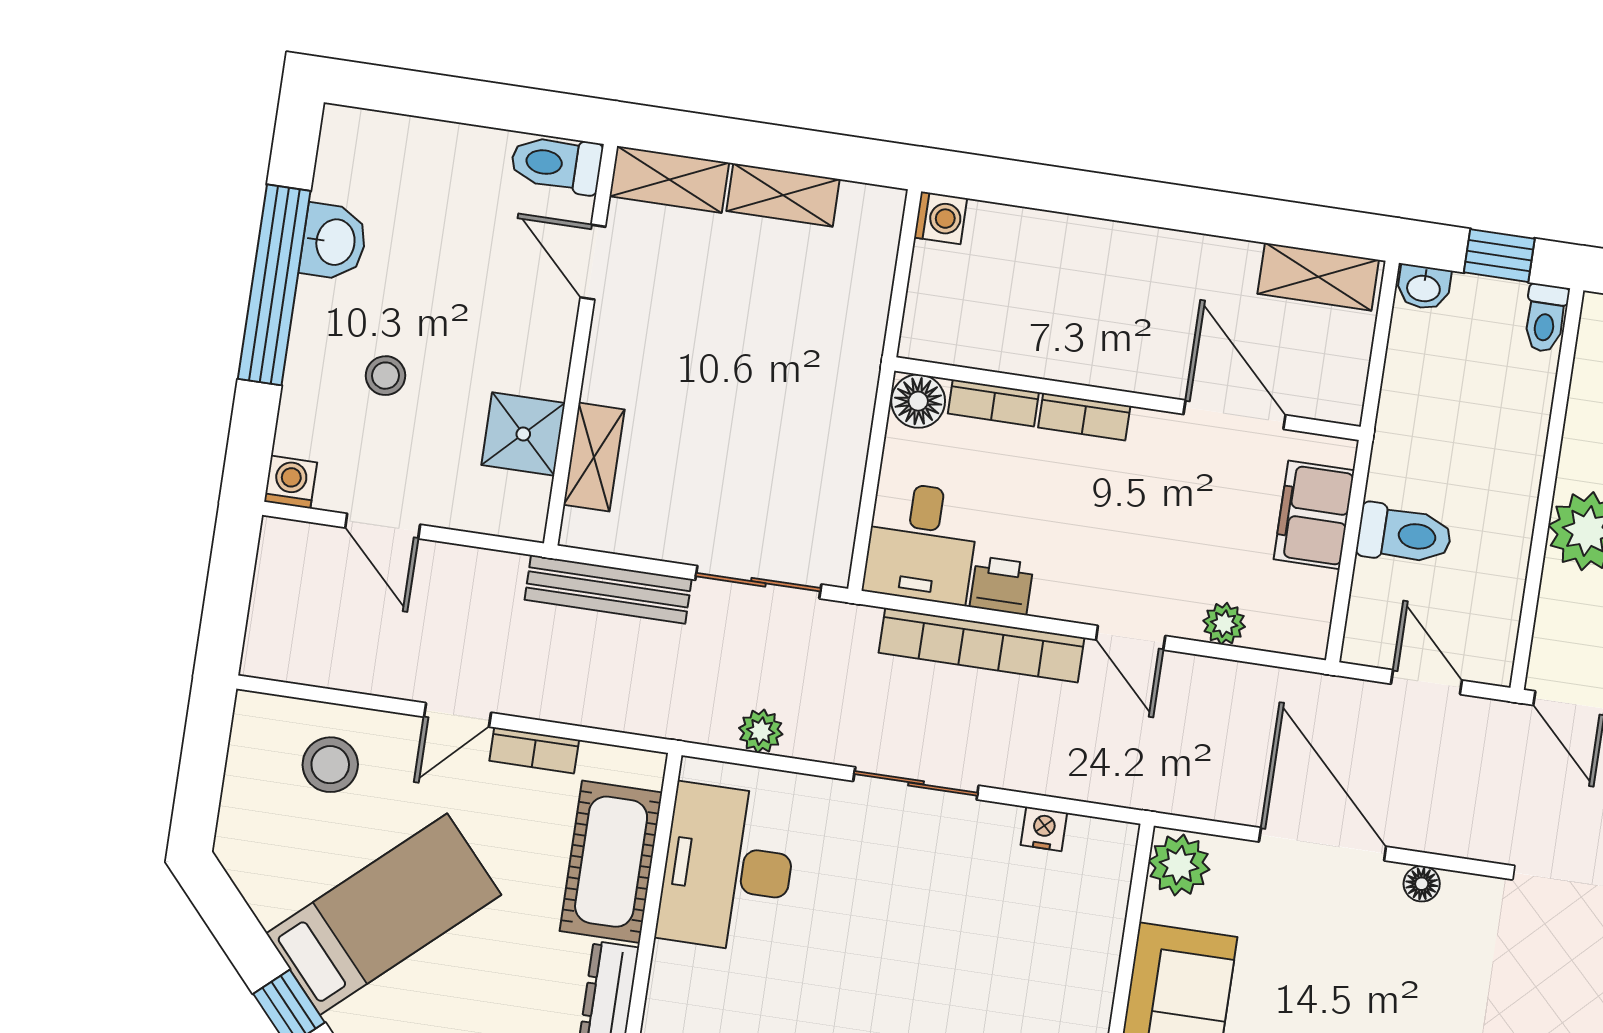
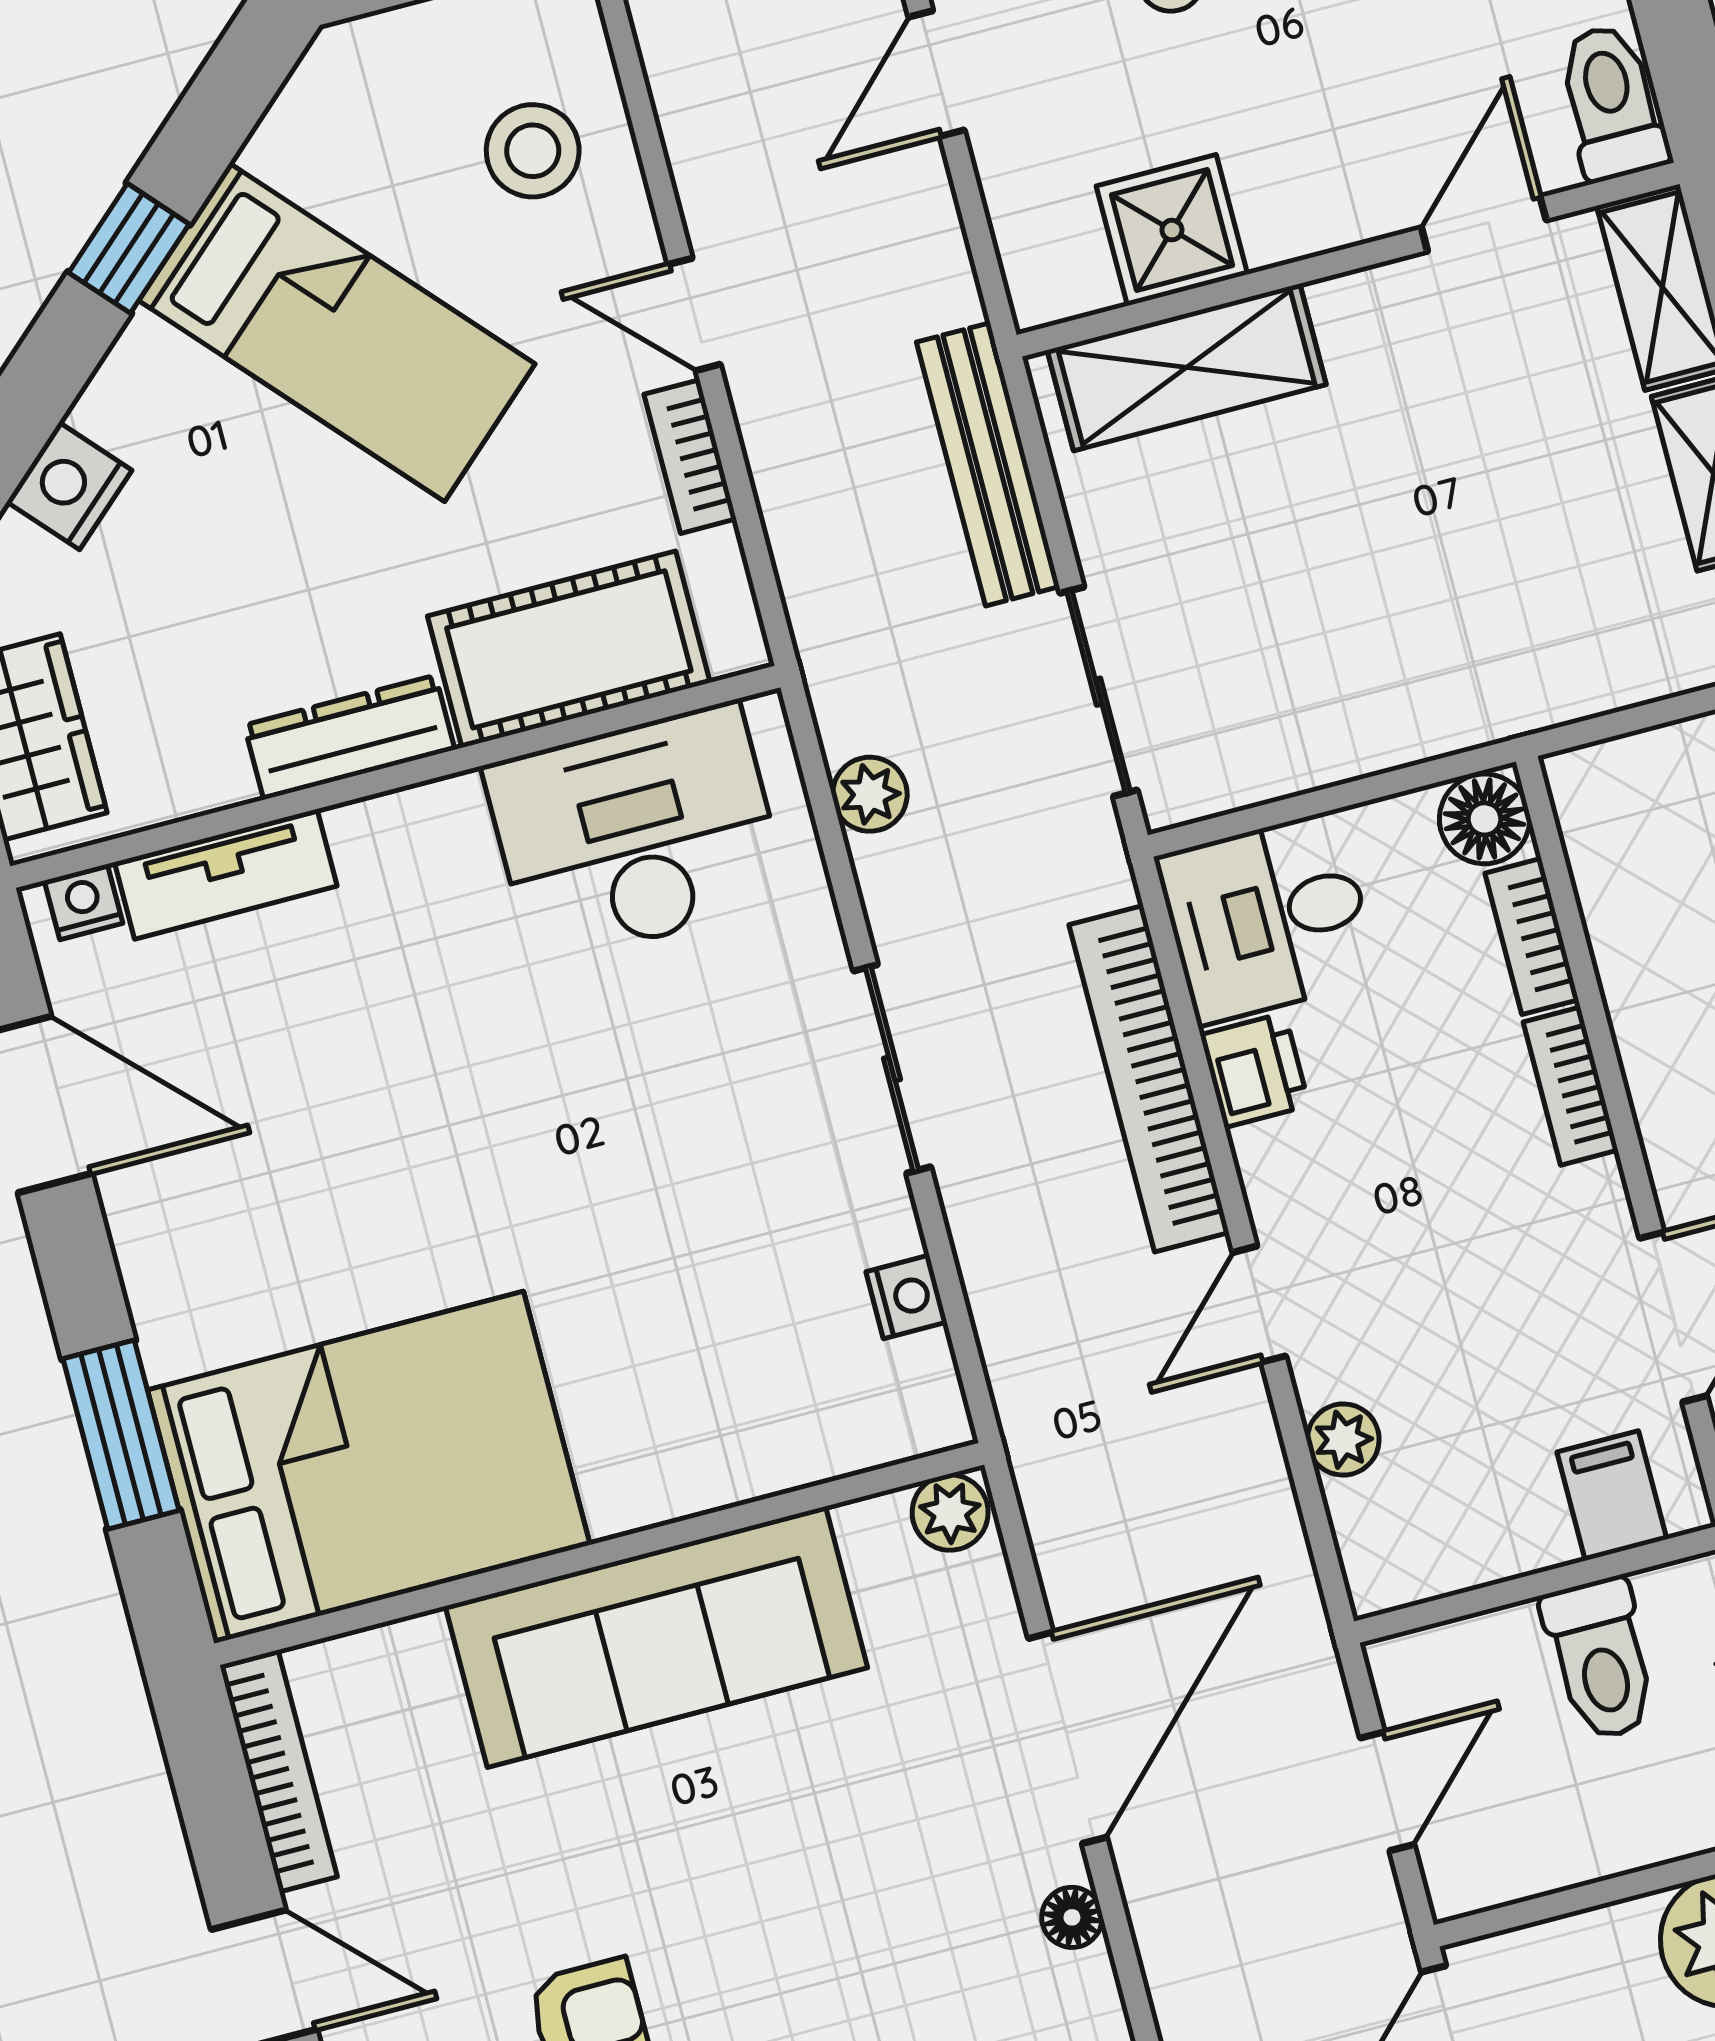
shelving: (594, 457) -> (1187, 367), width x1.50, depth x1.33
filing cabinet: (1314, 515) -> (1612, 1496), width x0.50
plant: (1179, 865) -> (950, 1513), width x0.73, depth x0.73

